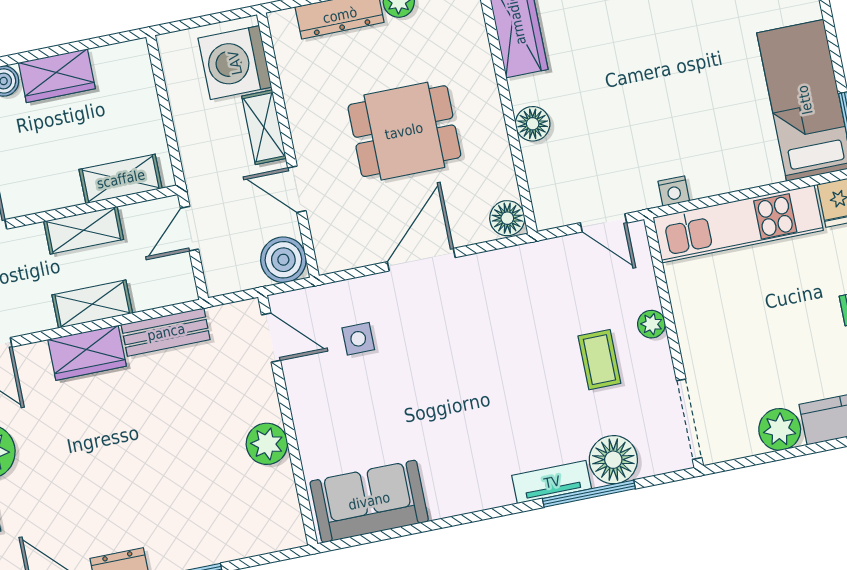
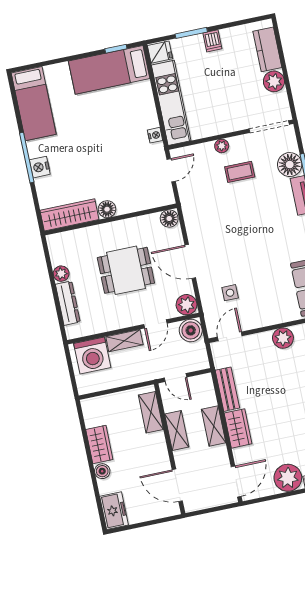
floor lamp: (533, 124) -> (107, 209), moved
dining table: (404, 131) -> (126, 270), turned 90
plant: (335, 252) -> (186, 305), added

